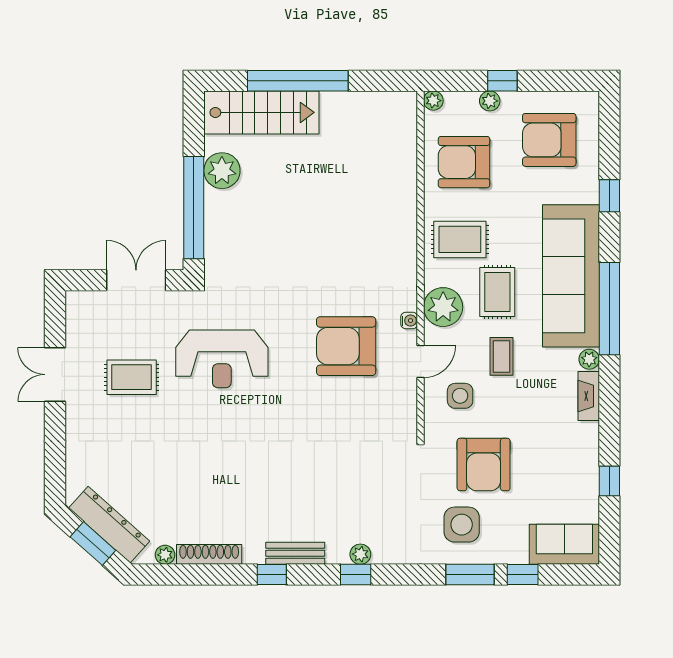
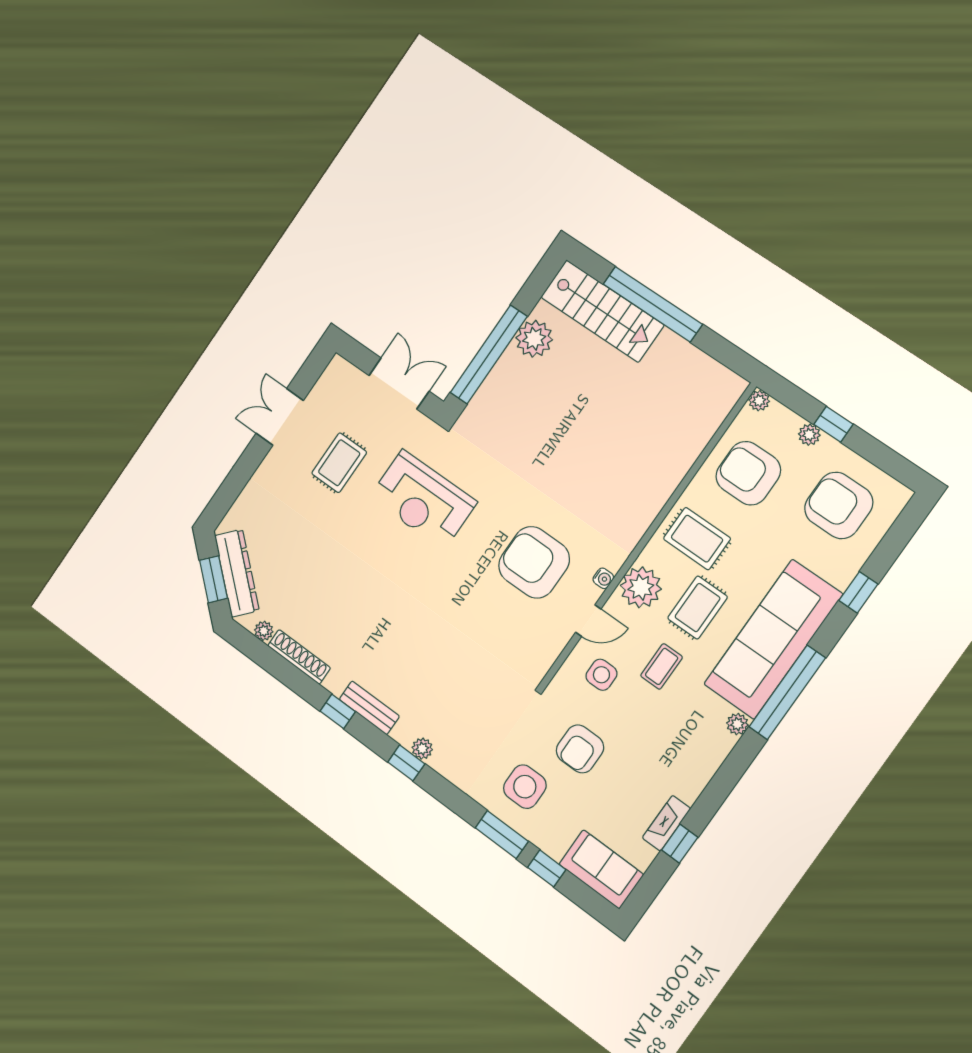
rug: (132, 377) -> (339, 463), turned 90
fireplace: (589, 396) -> (666, 823), moved
armchair: (484, 465) -> (580, 749), width x0.73, depth x0.73

